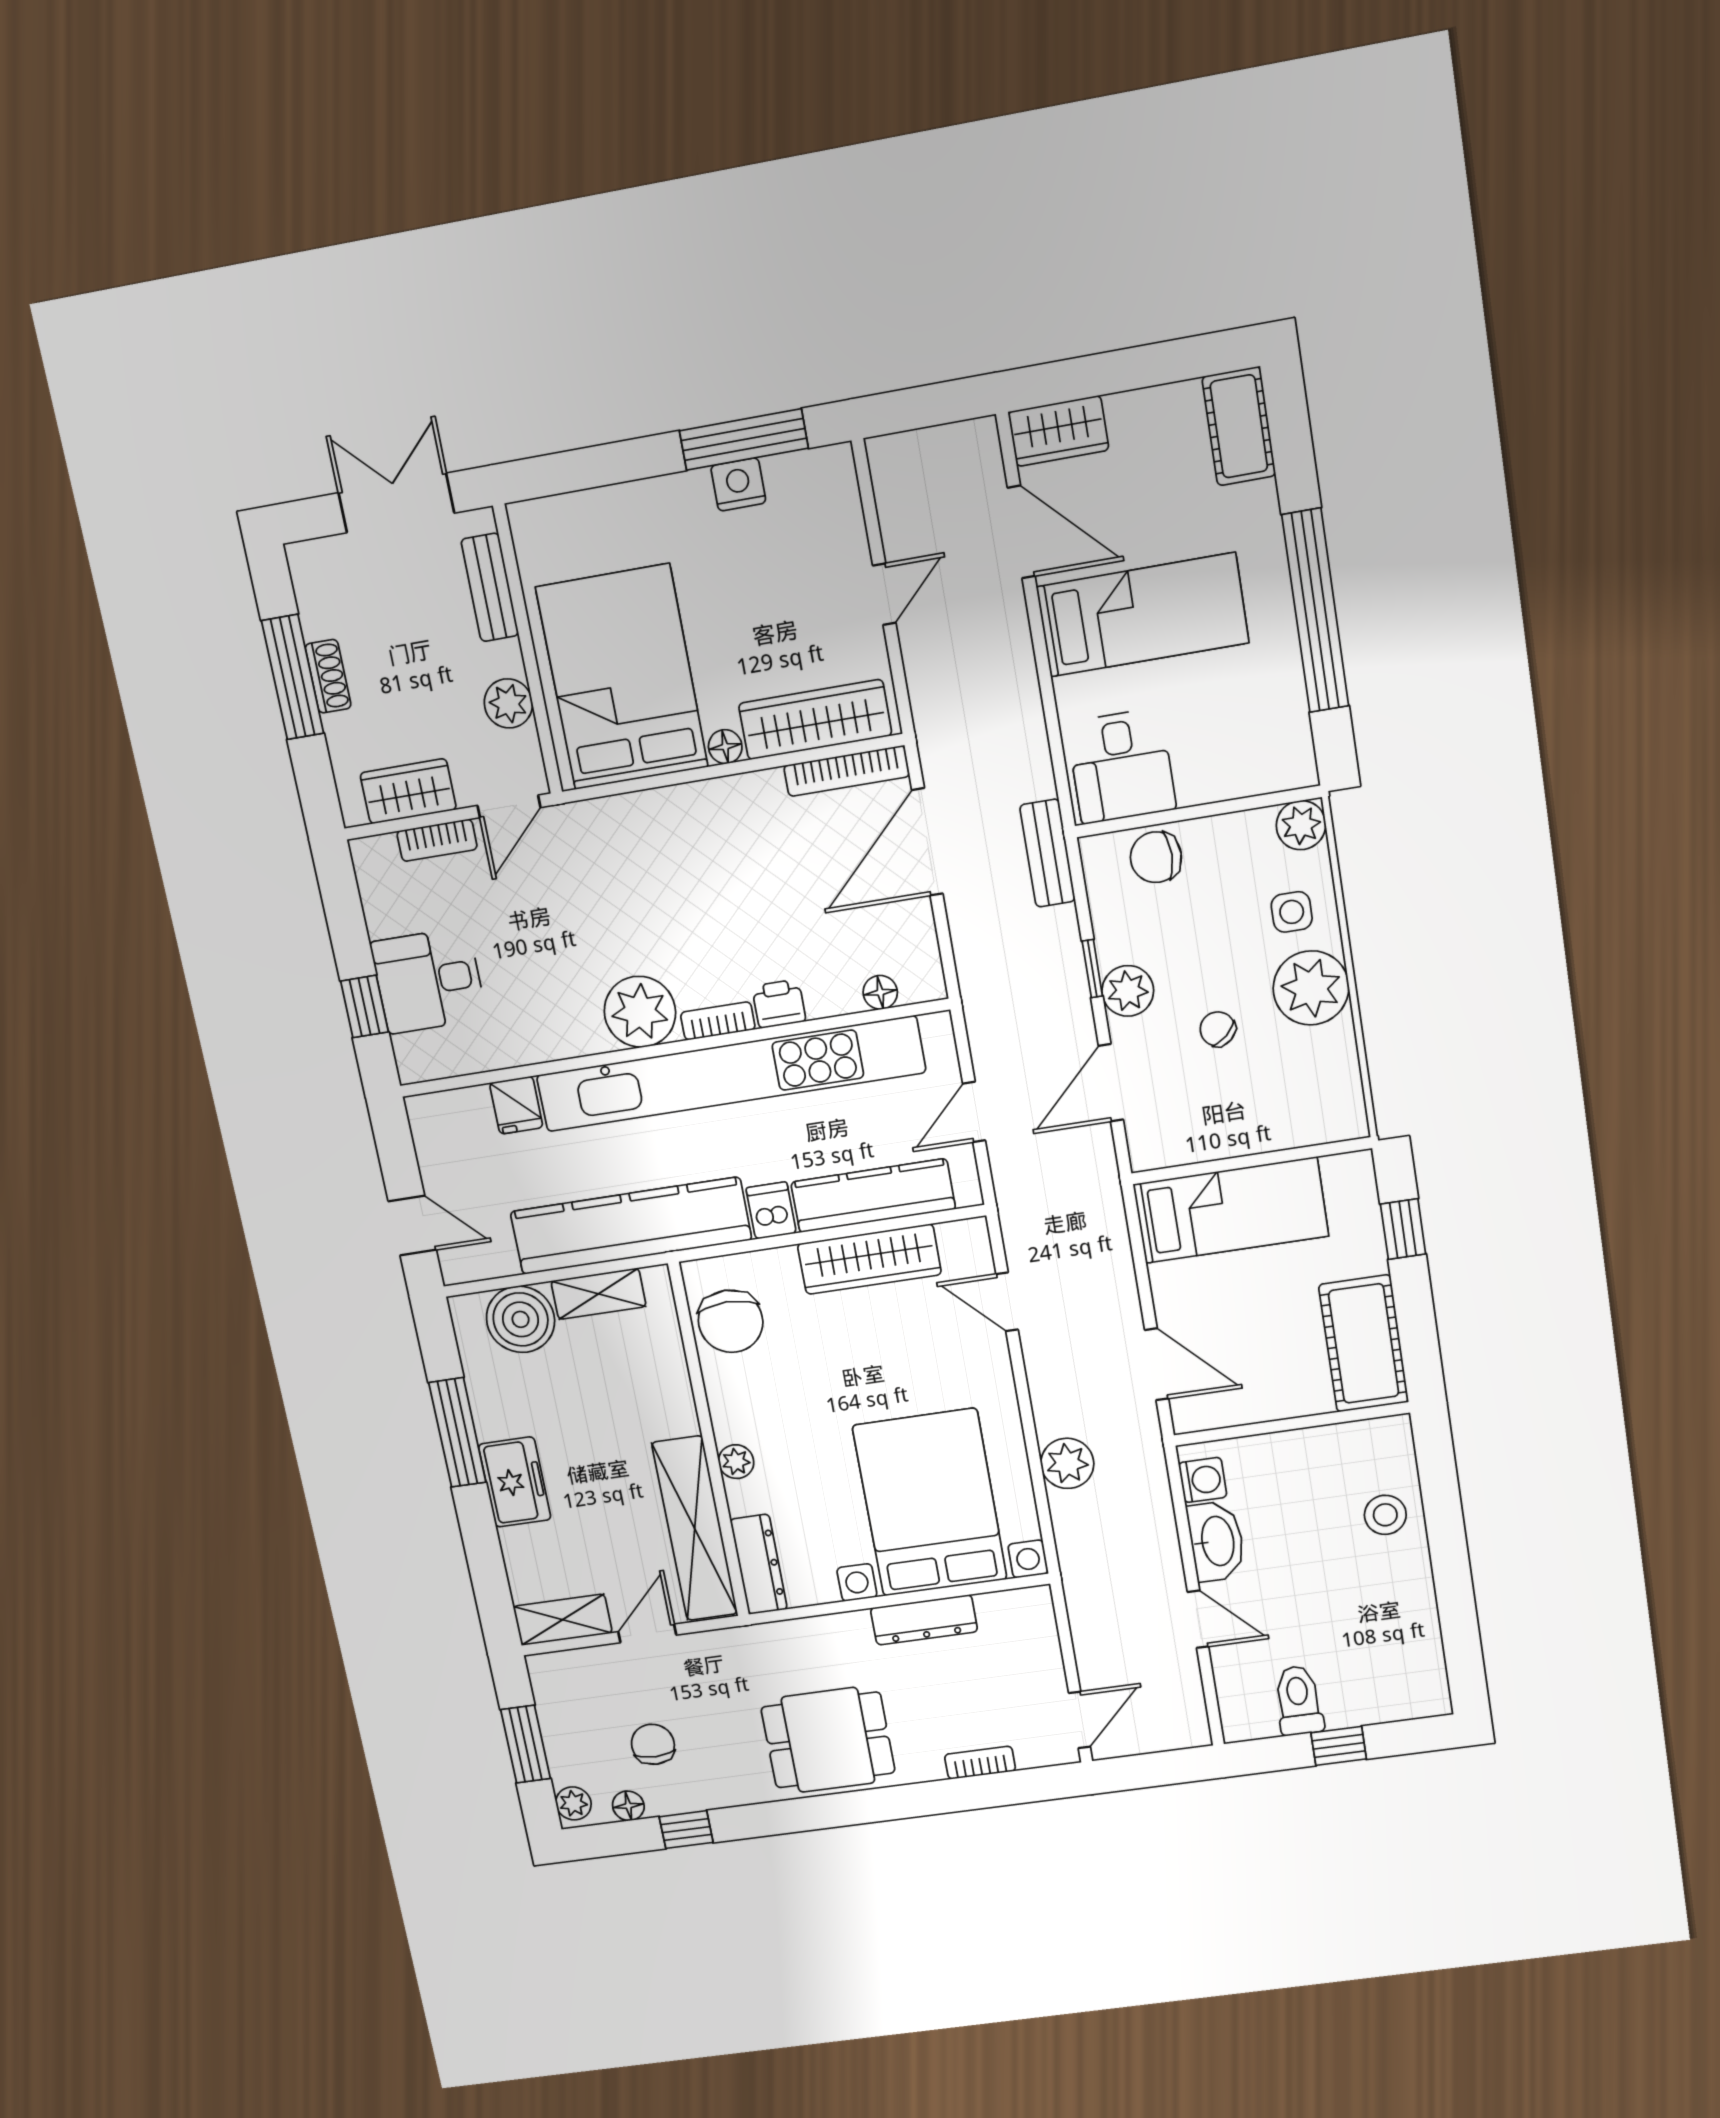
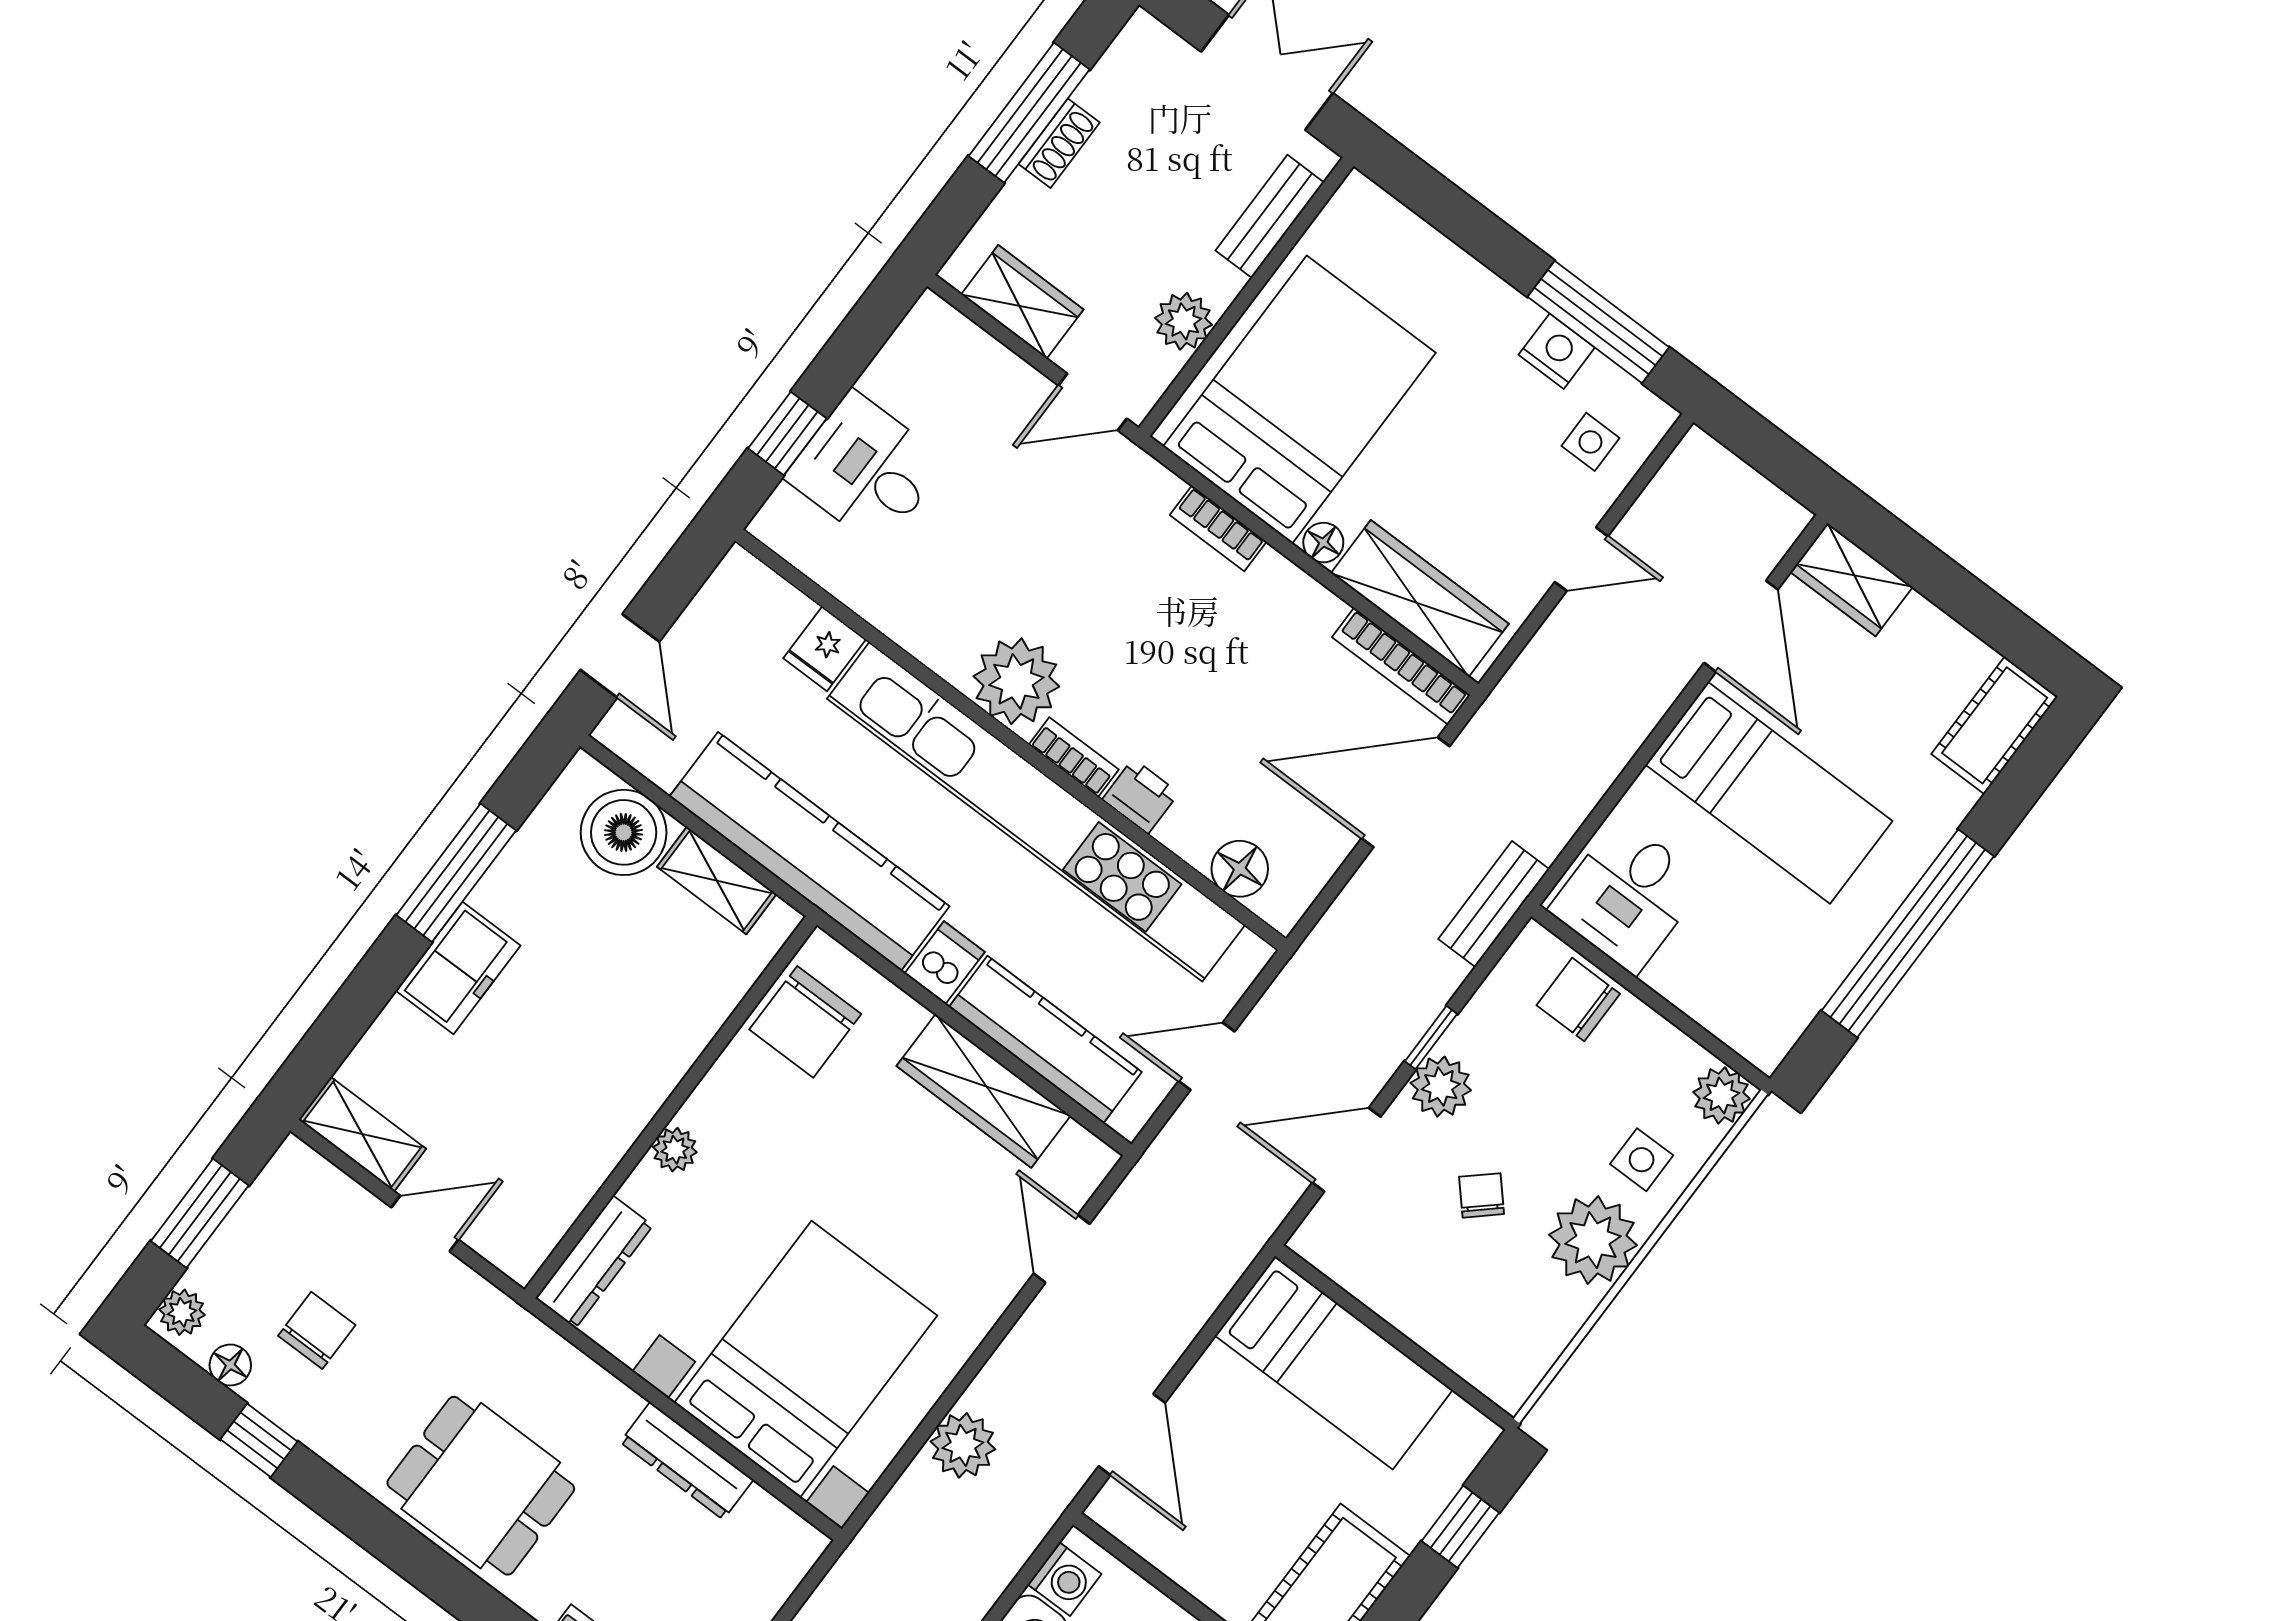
side table: (816, 518) -> (1590, 442), added
bookcase: (437, 840) -> (1218, 528), moved
floor lamp: (880, 992) -> (1240, 869), width x1.37, depth x1.37
shelving: (695, 1529) -> (573, 1172), removed

